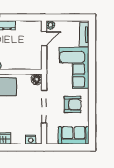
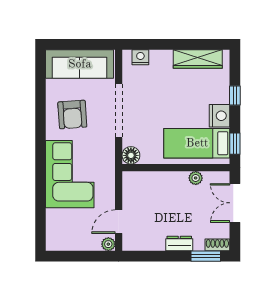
tv unit: (84, 34) -> (53, 228), removed
armchair: (72, 104) -> (72, 114), turned -94
sofa: (74, 135) -> (80, 64), width x1.36

